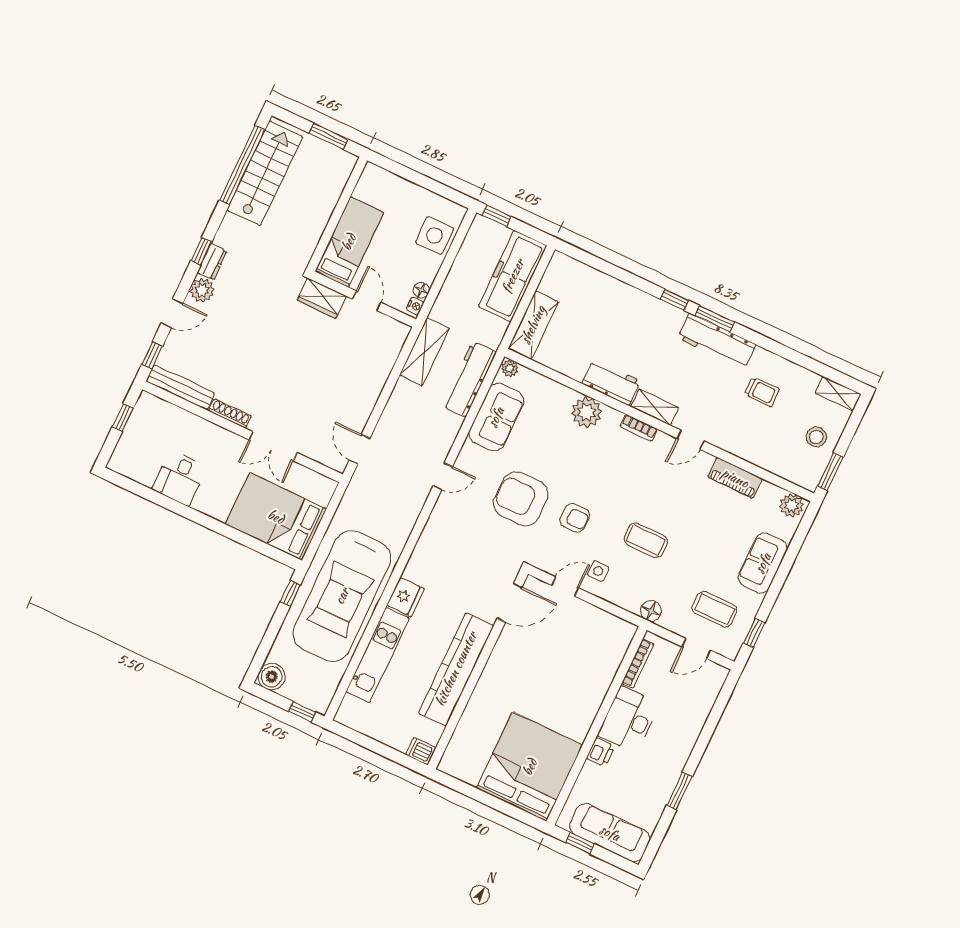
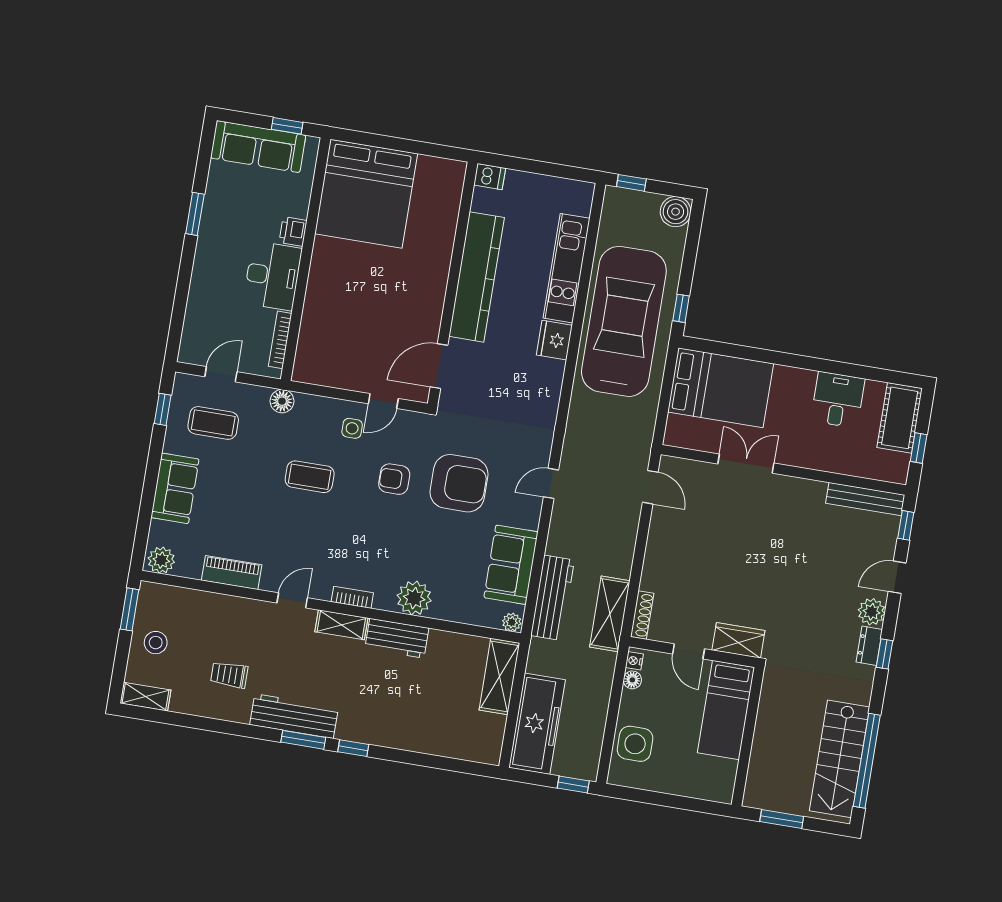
shoe rack: (230, 413) -> (642, 615), moved, turned -90
cot: (132, 448) -> (900, 418), added

